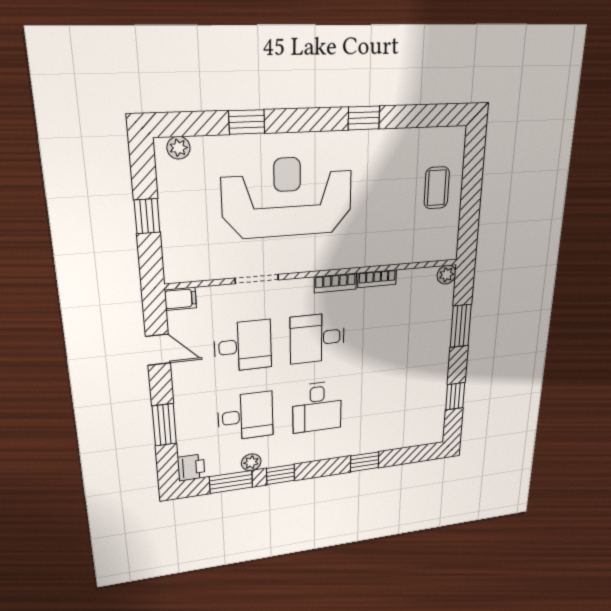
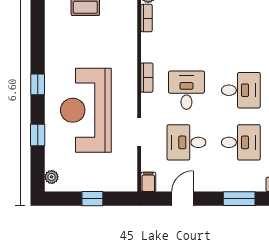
window: (364, 118) -> (38, 84), moved
bookcase: (377, 279) -> (147, 18), moved
desk: (317, 338) -> (186, 90), turned 180
desk: (243, 346) -> (186, 142), turned -90
desk: (246, 416) -> (241, 142), turned 90

